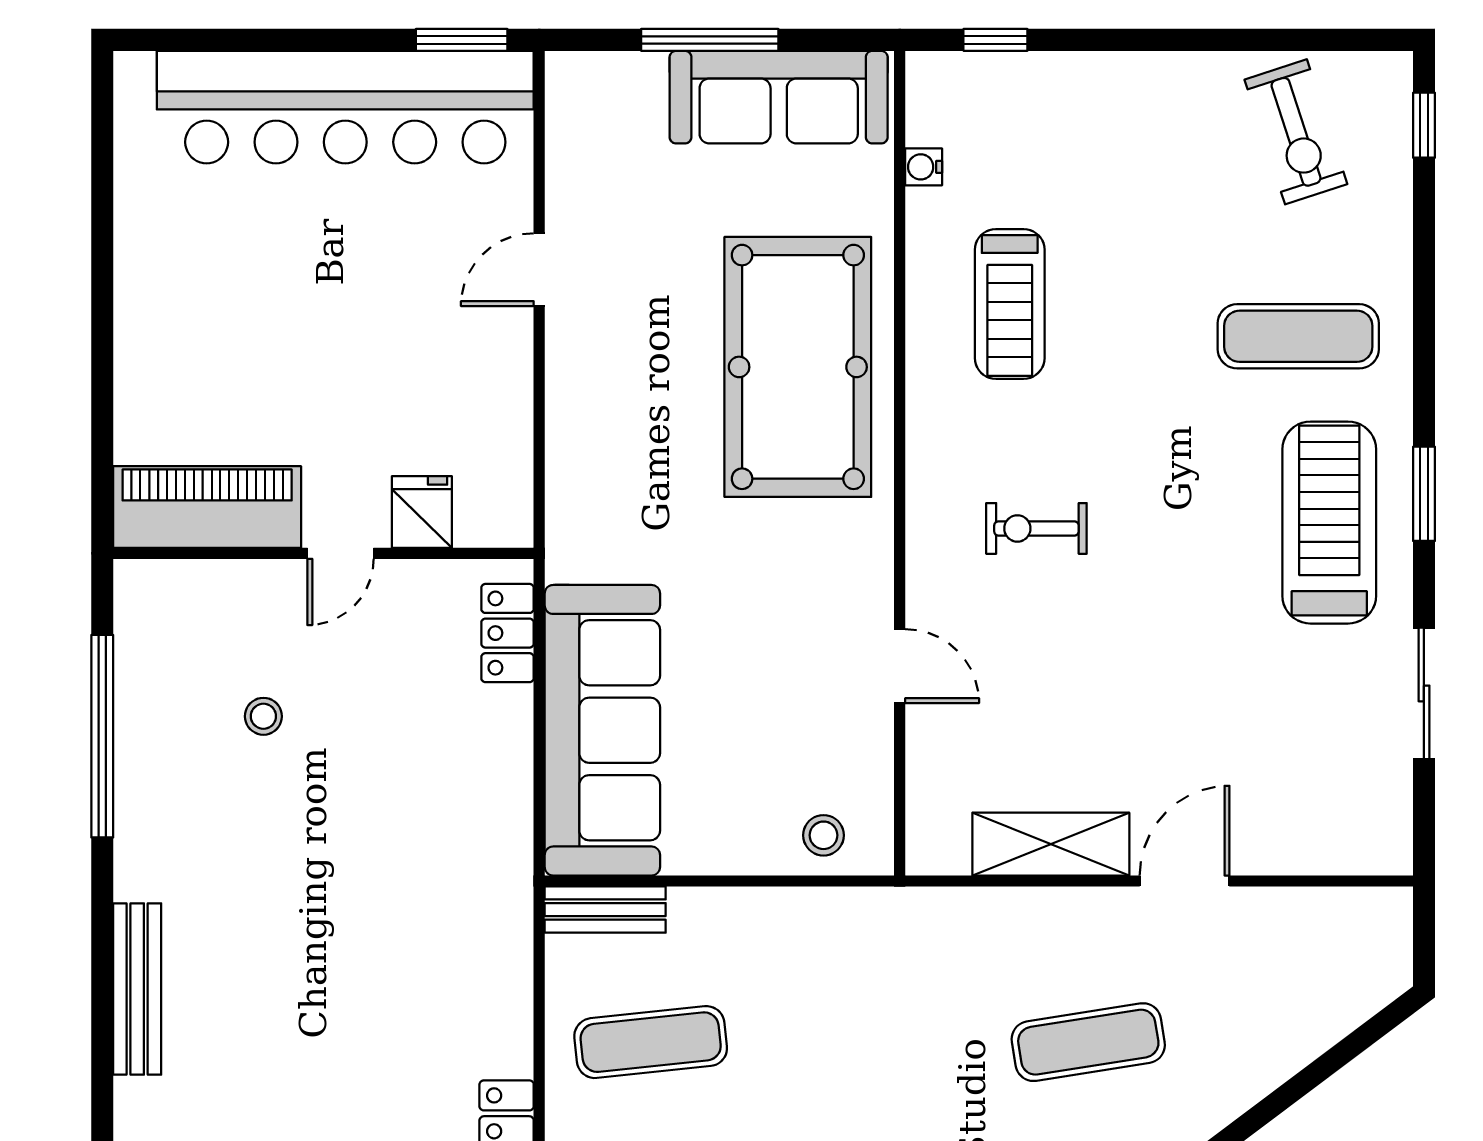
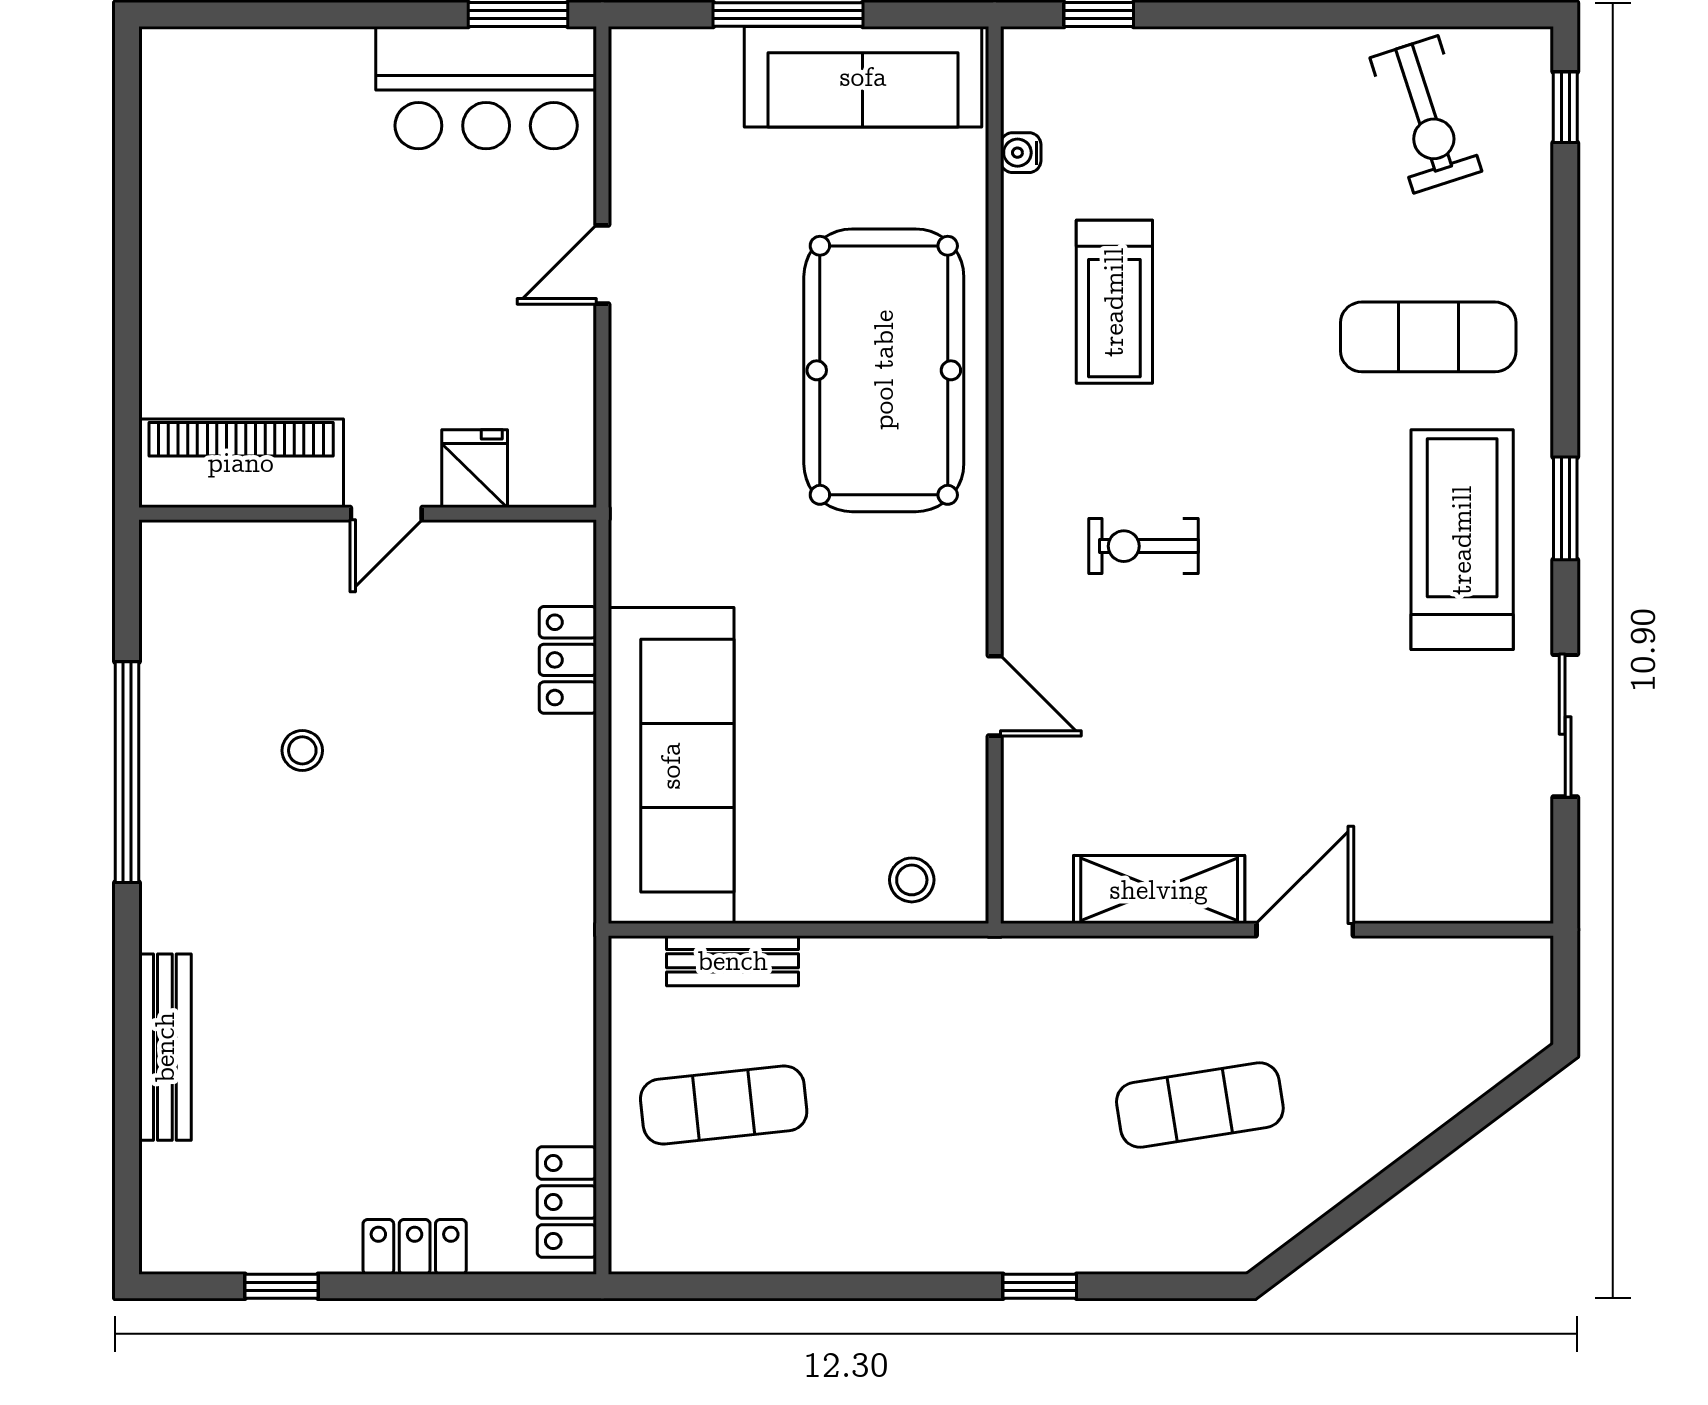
bar counter: (345, 107) -> (486, 88), width x0.54
piano: (207, 507) -> (241, 463), moved
fridge: (422, 512) -> (475, 469), moved
wall: (323, 553) -> (368, 514), moved
door: (341, 553) -> (386, 514), moved
bench: (605, 910) -> (733, 961), moved

